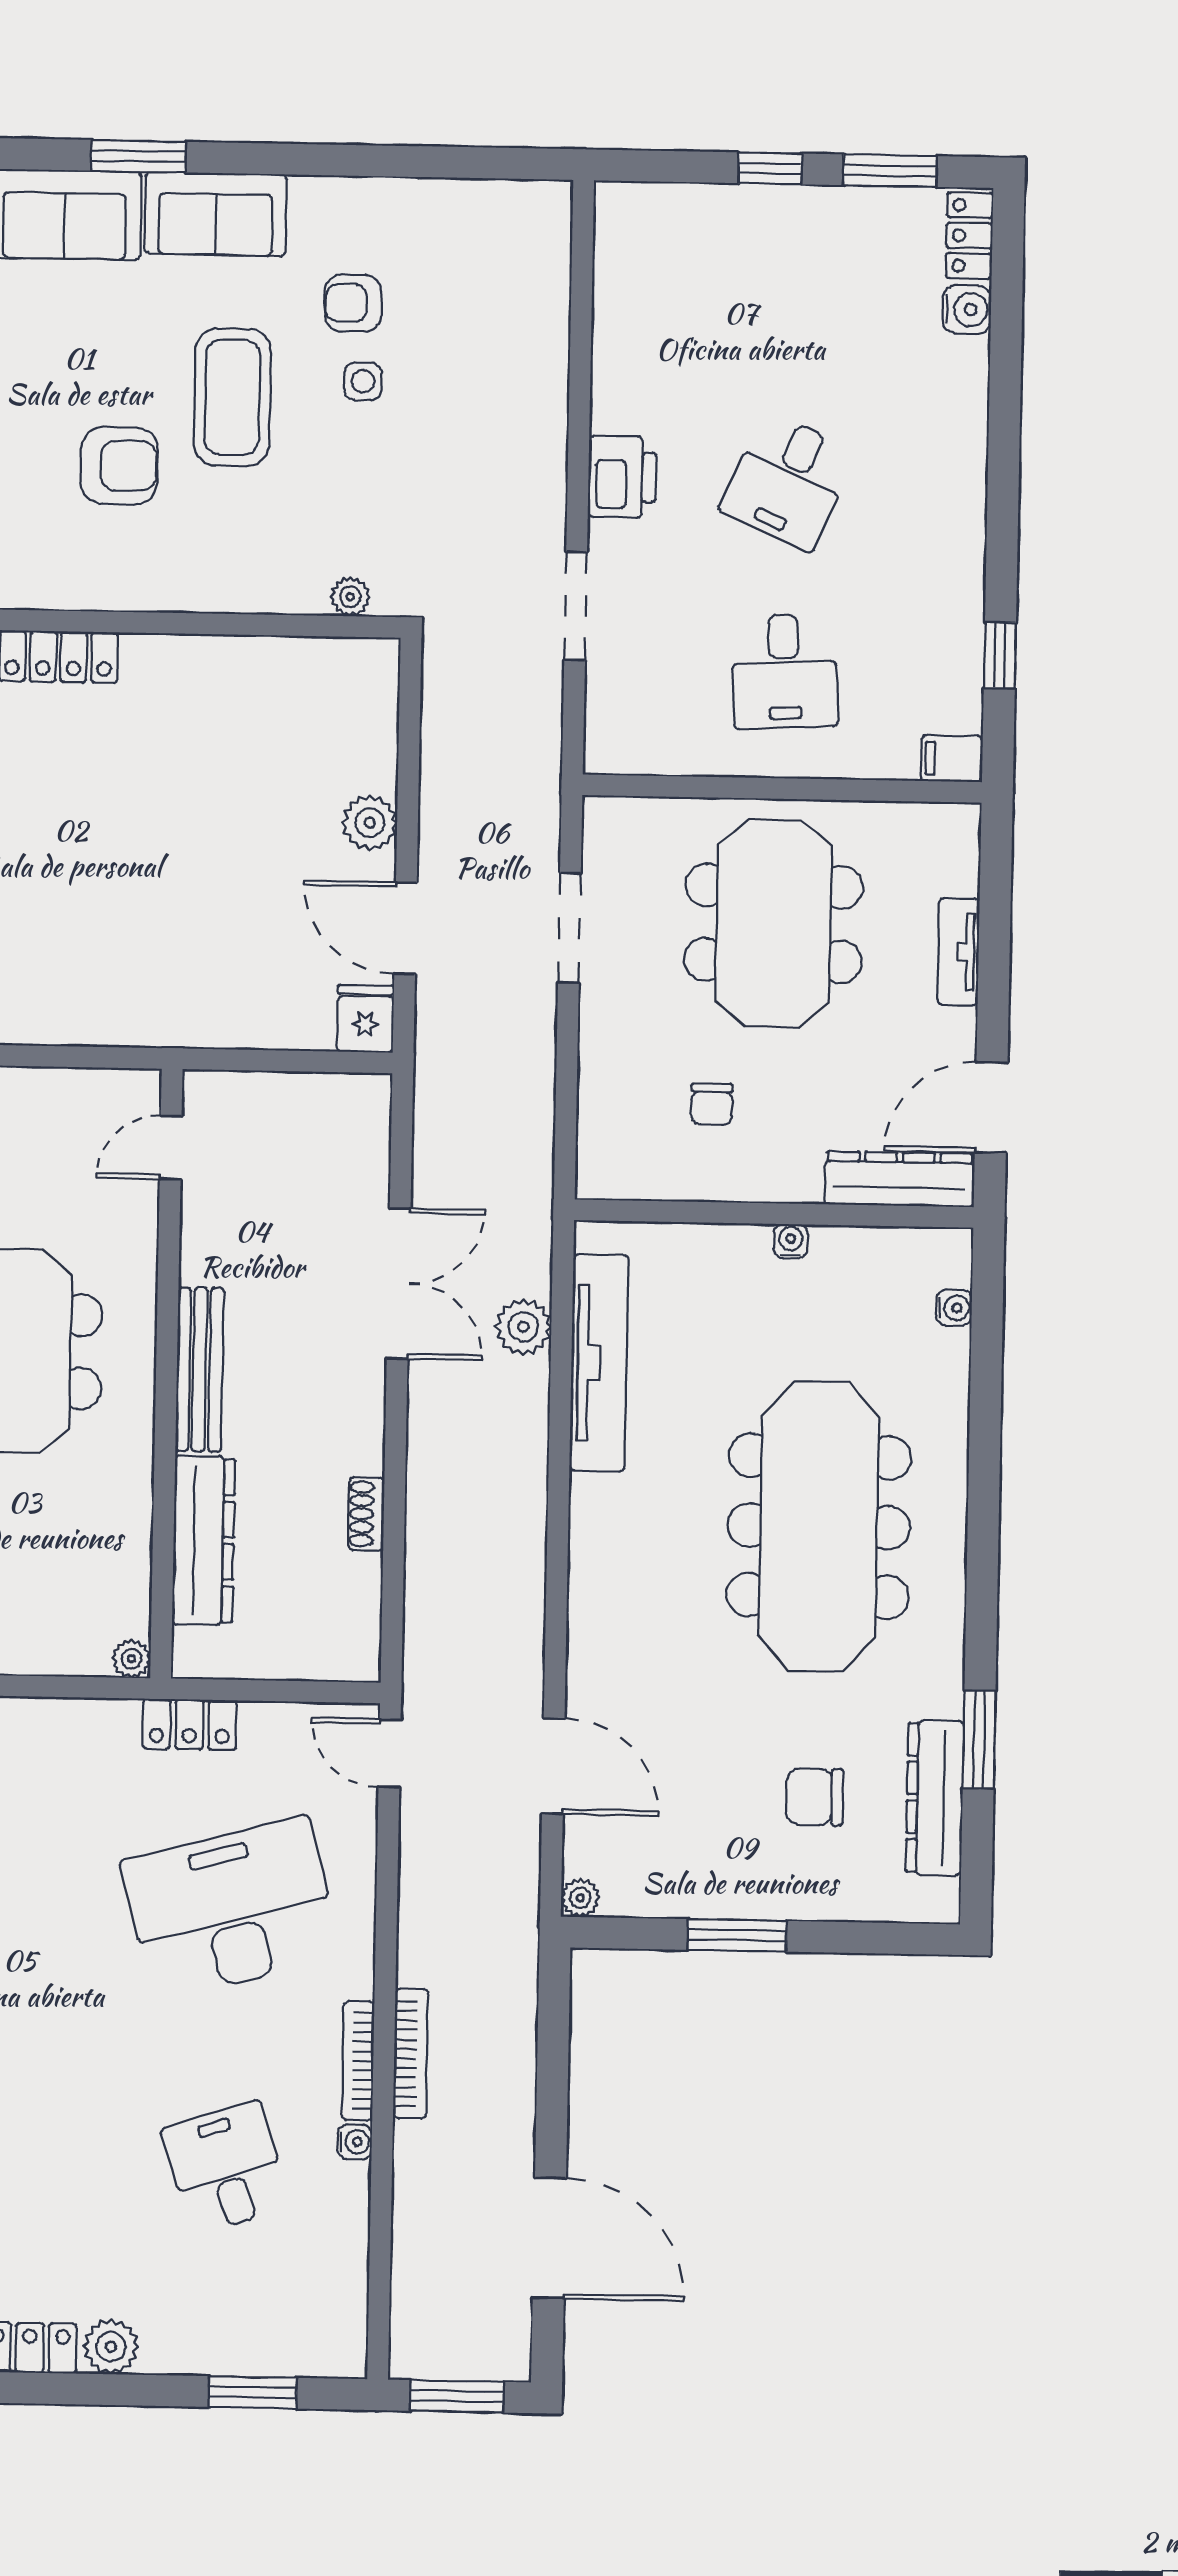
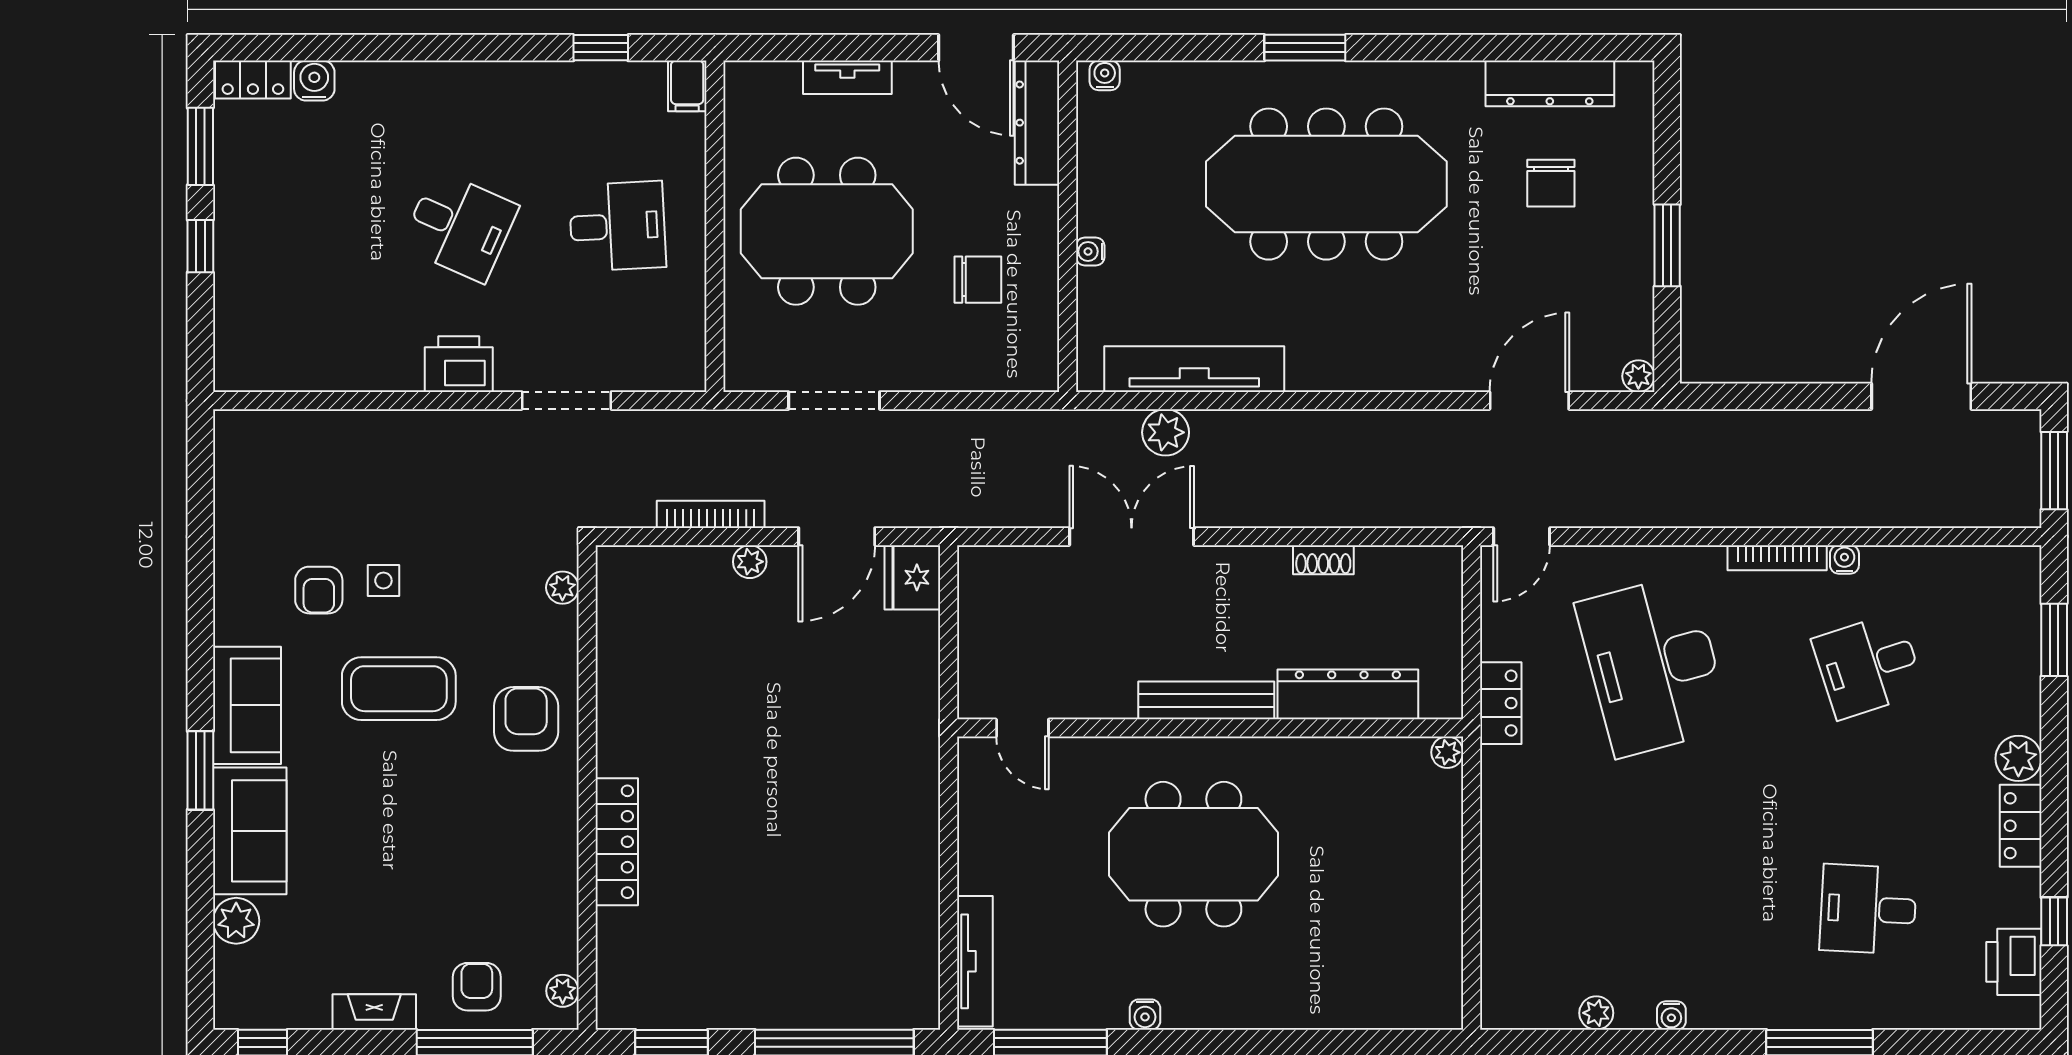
armchair: (119, 466) -> (526, 719), moved
plant: (370, 823) -> (750, 562), width x0.73, depth x0.73
fridge: (365, 1019) -> (912, 577), width x1.38
chair: (712, 1104) -> (978, 280), width x1.37, depth x1.37
water cooler: (791, 1241) -> (1090, 251), moved
water cooler: (954, 1308) -> (1105, 75), moved
window: (979, 1739) -> (1305, 48), moved
bookcase: (411, 2054) -> (711, 514), moved

